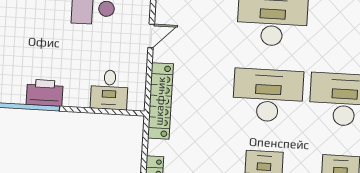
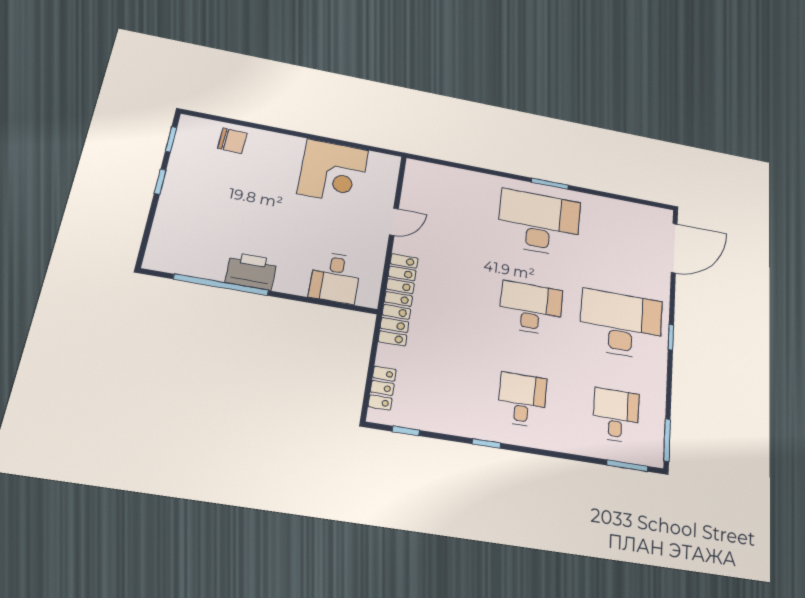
desk: (268, 95) -> (531, 308), width x0.73, depth x0.77

